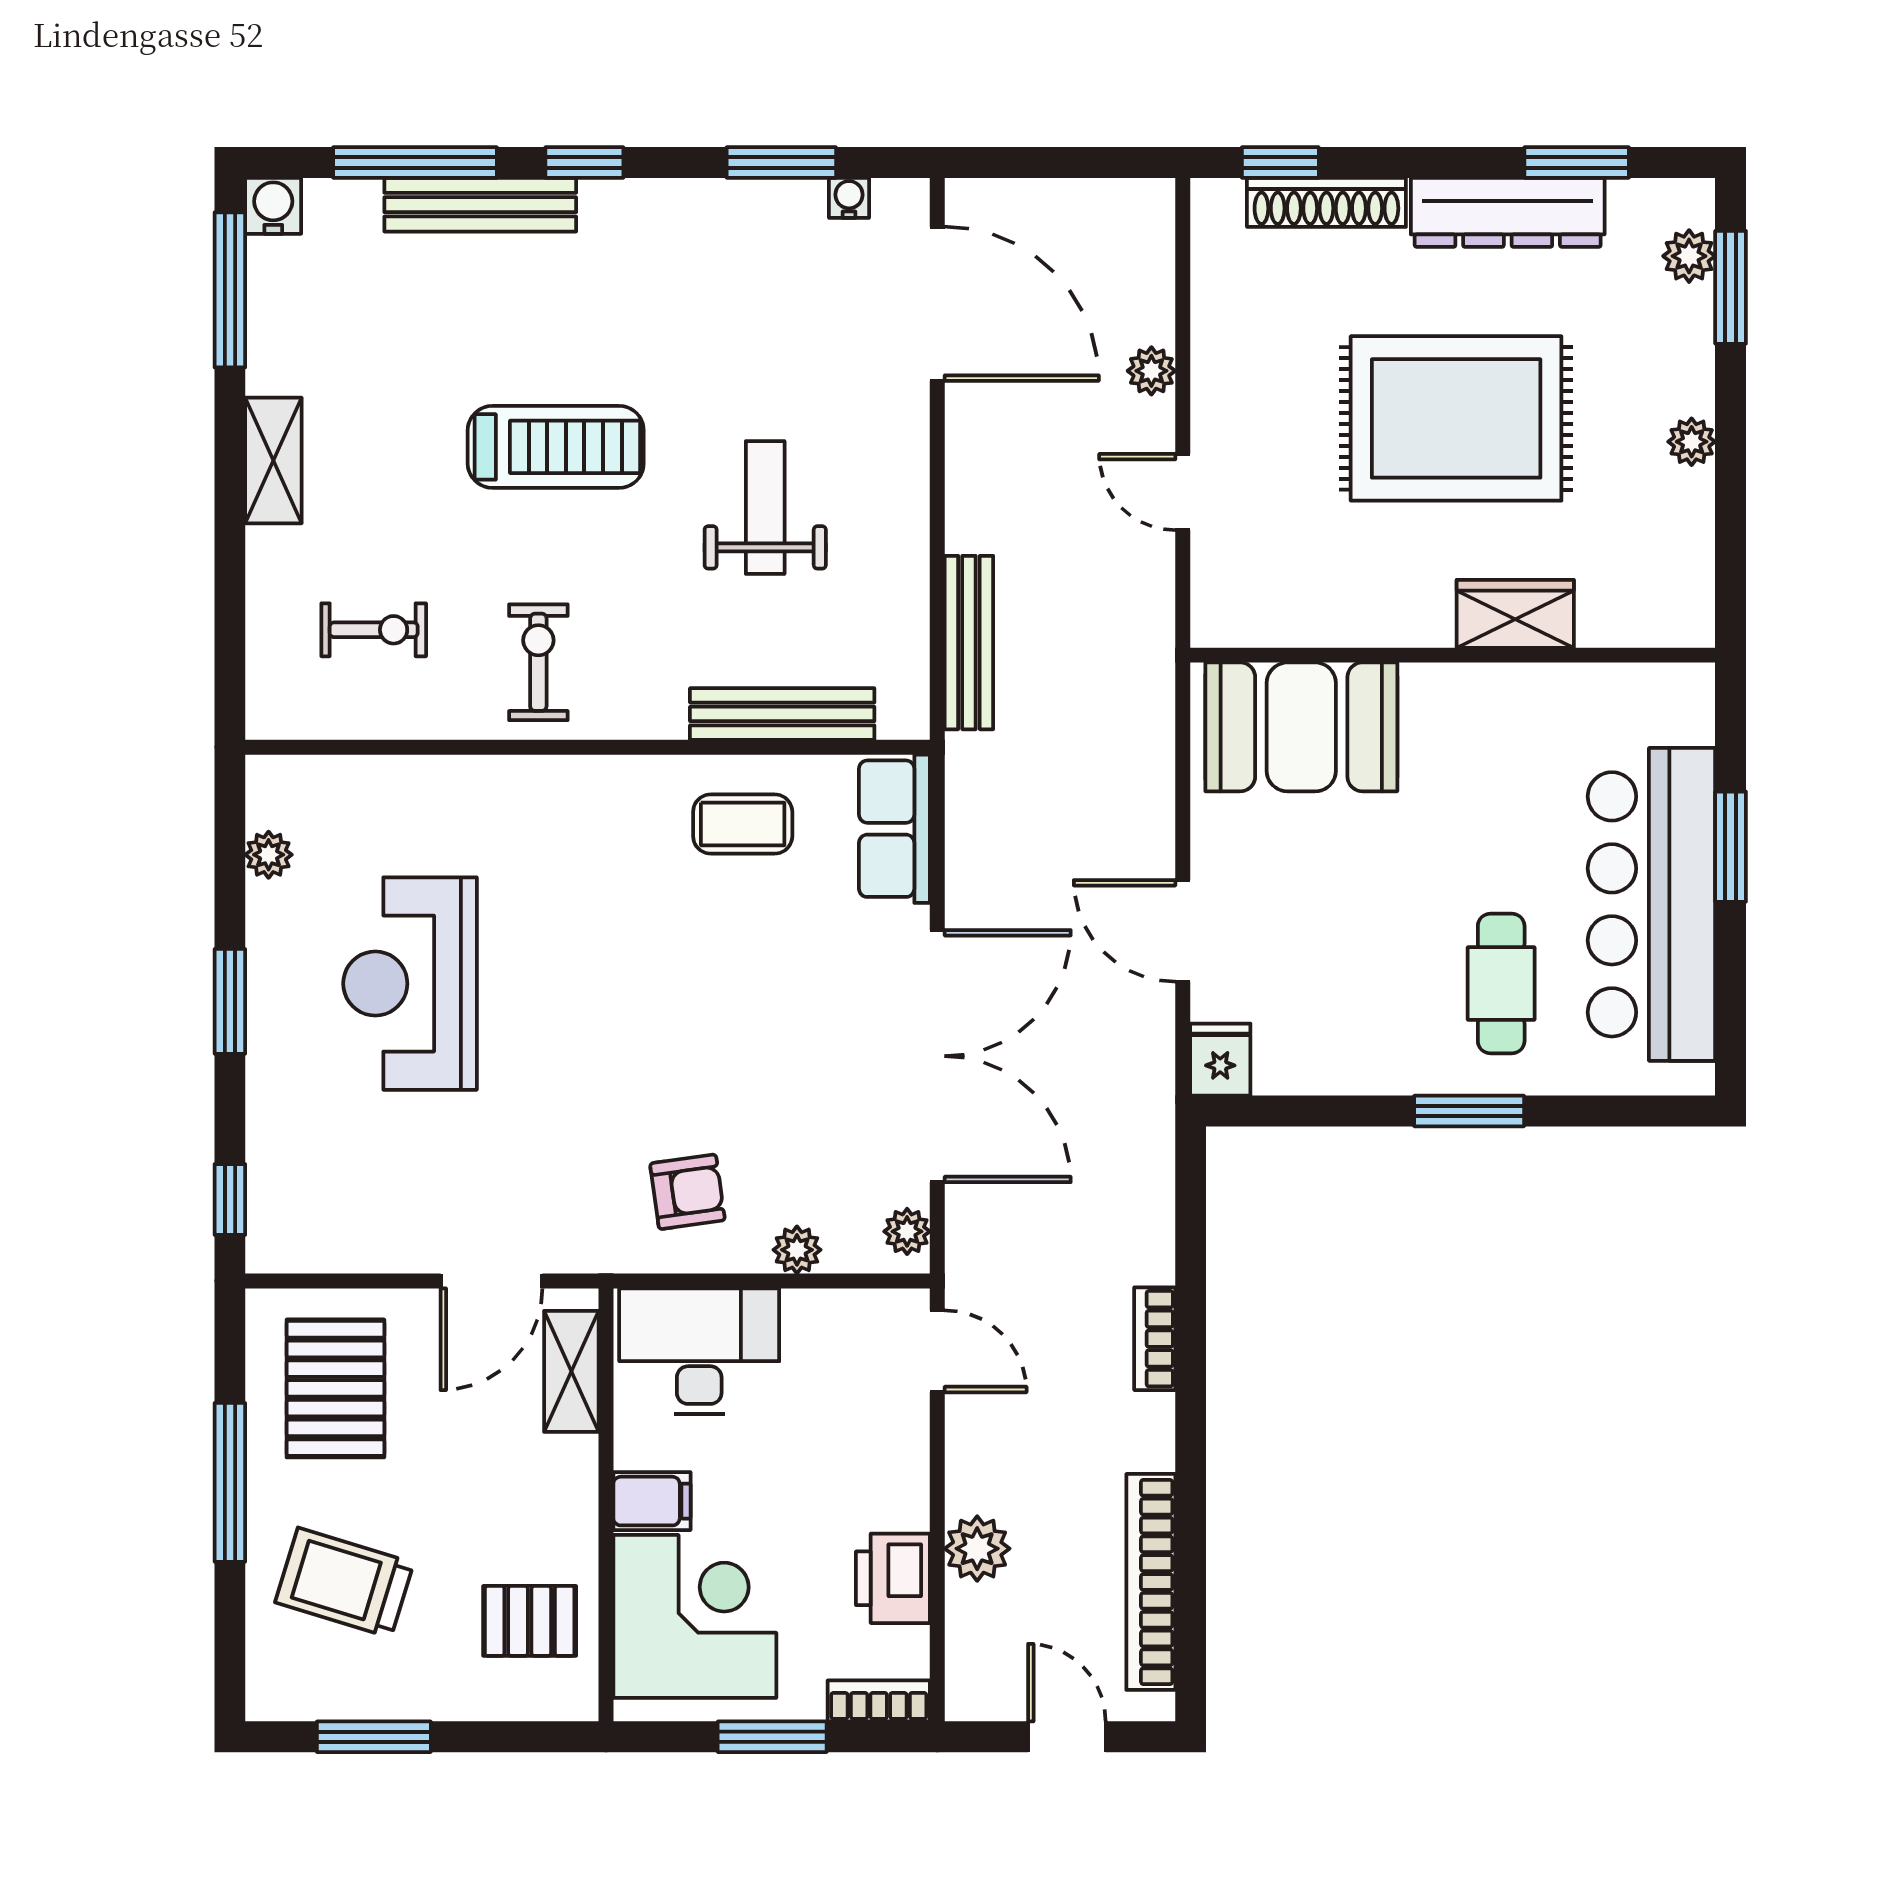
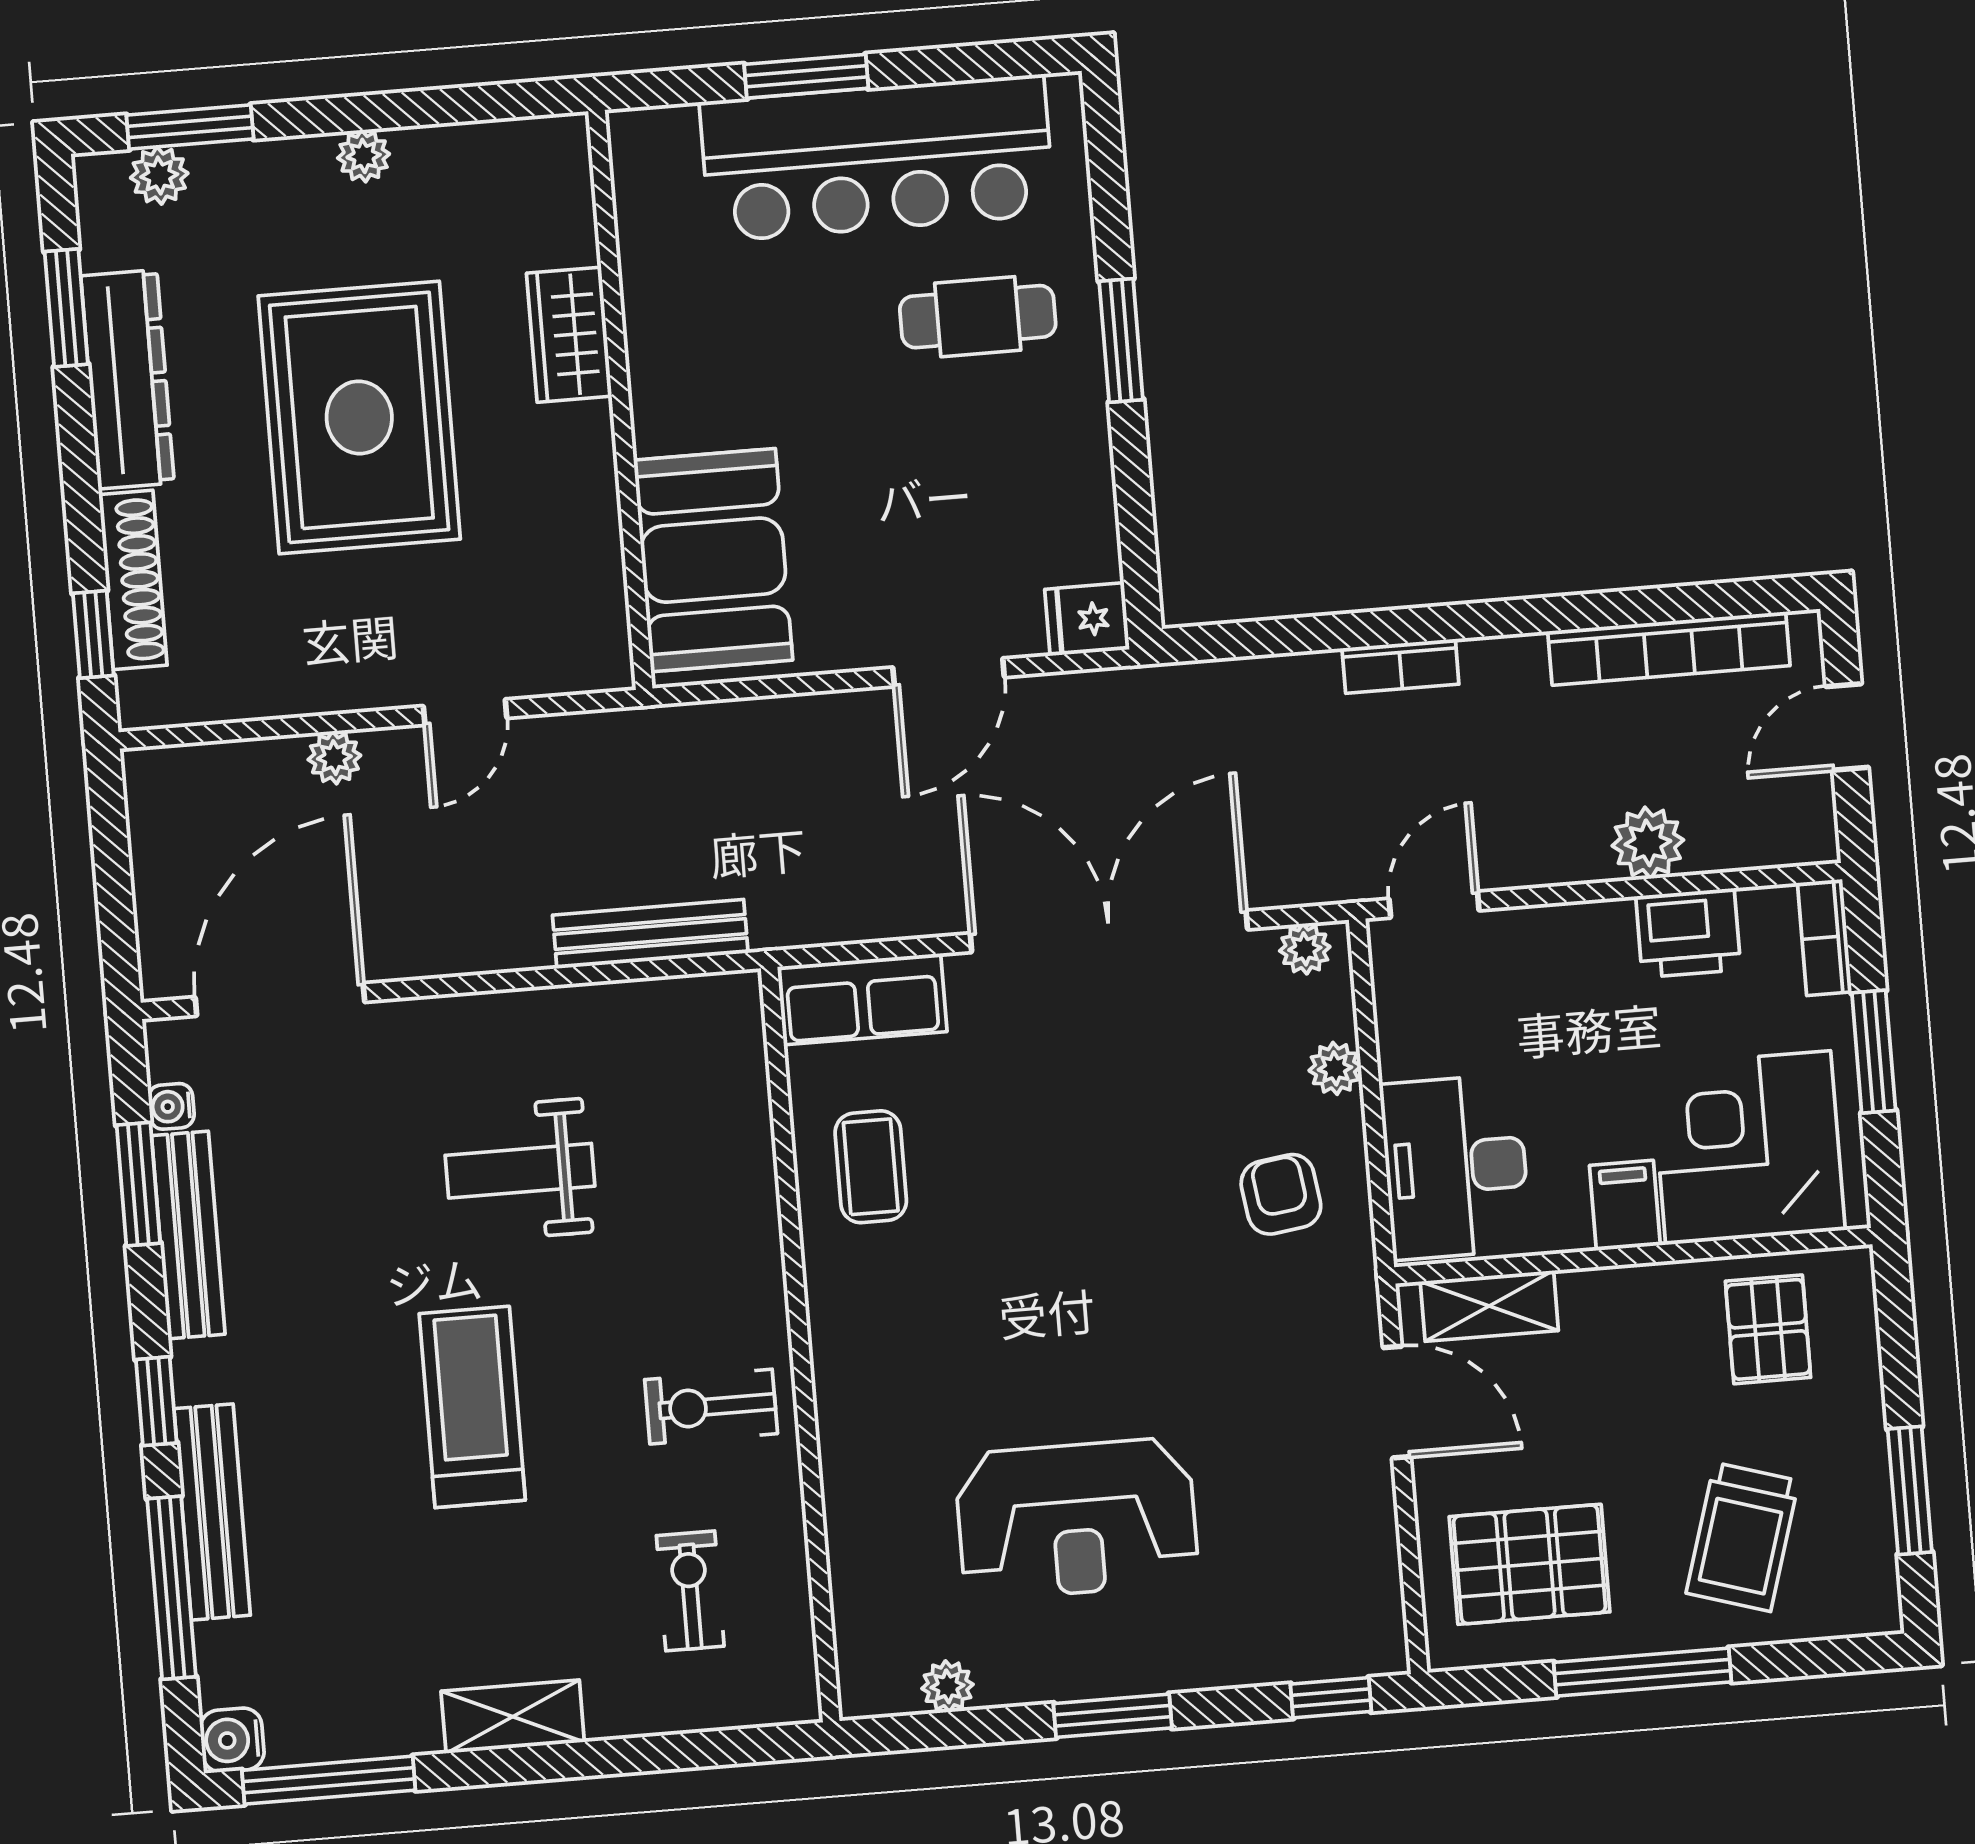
bench: (782, 714) -> (188, 1235), moved

